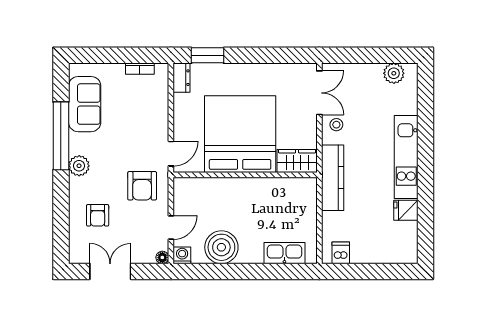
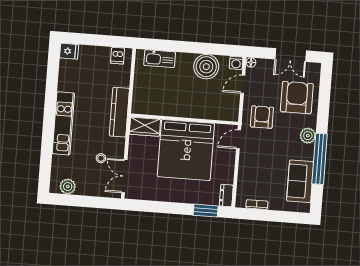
stool: (336, 125) -> (101, 158), moved
fridge: (406, 210) -> (69, 51), moved
armchair: (98, 215) -> (297, 98), width x1.88, depth x1.88

